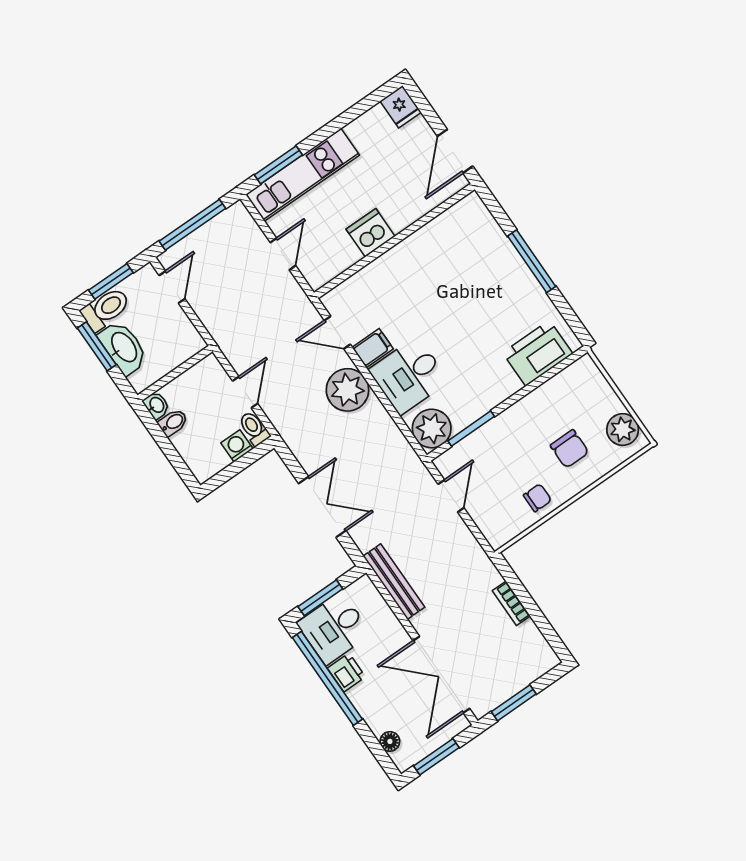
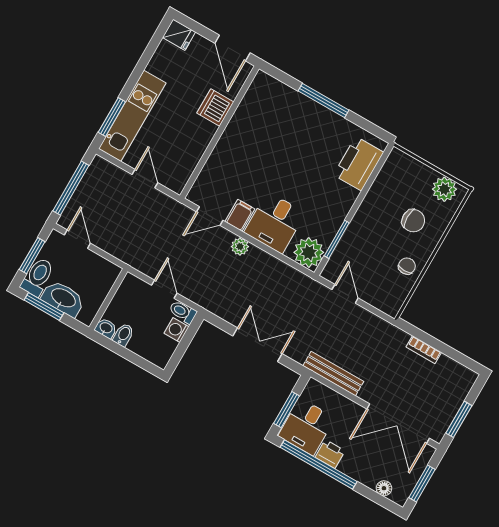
dishwasher: (371, 233) -> (215, 108), moved
plant: (347, 390) -> (240, 247), width x0.53, depth x0.53

